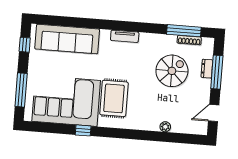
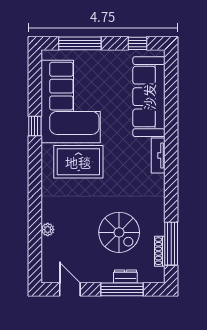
tv unit: (125, 36) -> (158, 155), moved

